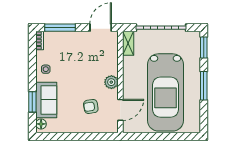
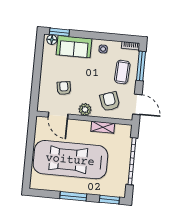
shelving: (128, 43) -> (103, 127), moved
coffee table: (68, 47) -> (122, 72), added
armchair: (100, 57) -> (110, 101), added
window: (32, 102) -> (59, 32), moved

